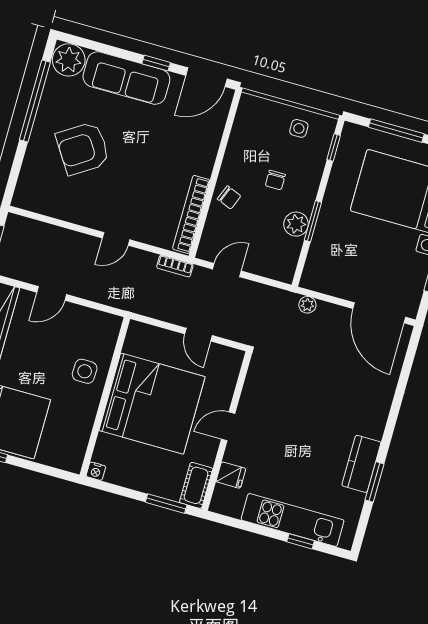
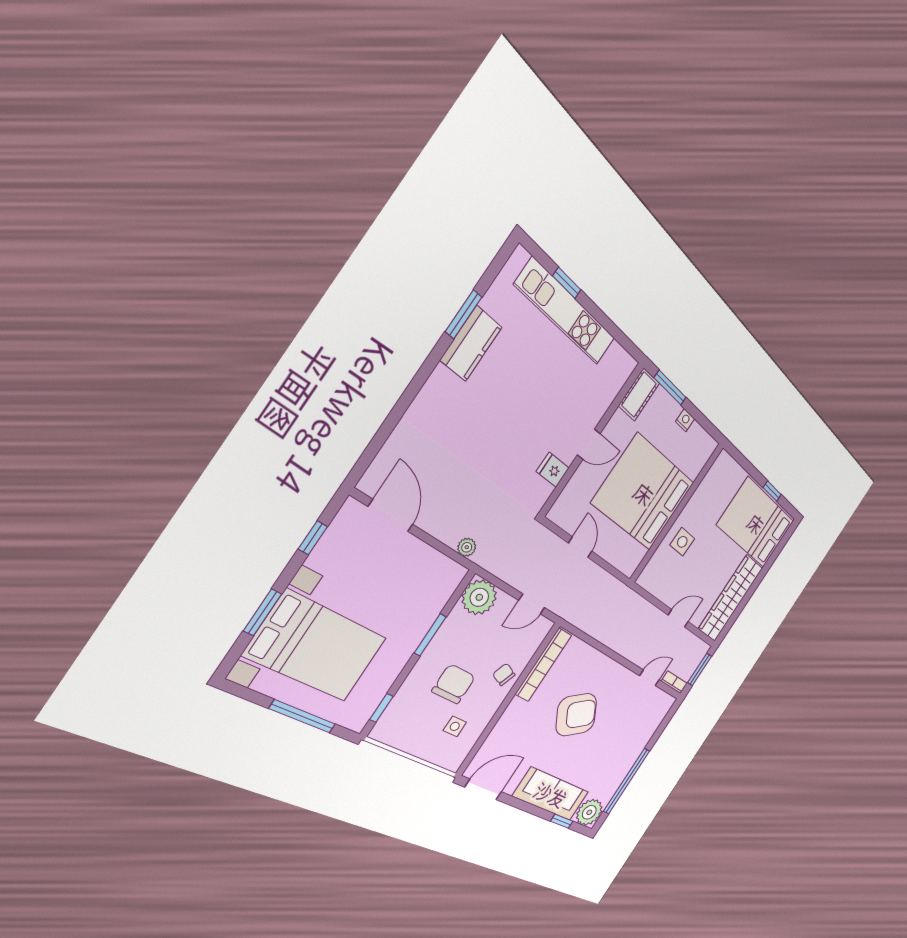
window: (156, 63) -> (562, 821), moved
side table: (299, 128) -> (455, 726), moved
armchair: (83, 148) -> (576, 715), moved
chair: (275, 180) -> (454, 684), width x1.87, depth x1.87
plant: (296, 224) -> (479, 597), moved, width x1.36, depth x1.36
door: (116, 239) -> (649, 678), moved
bookcase: (175, 266) -> (674, 682), moved
door: (379, 313) -> (391, 516), width x0.73
nightstand: (96, 471) -> (685, 420), moved
fridge: (231, 475) -> (553, 470), moved

